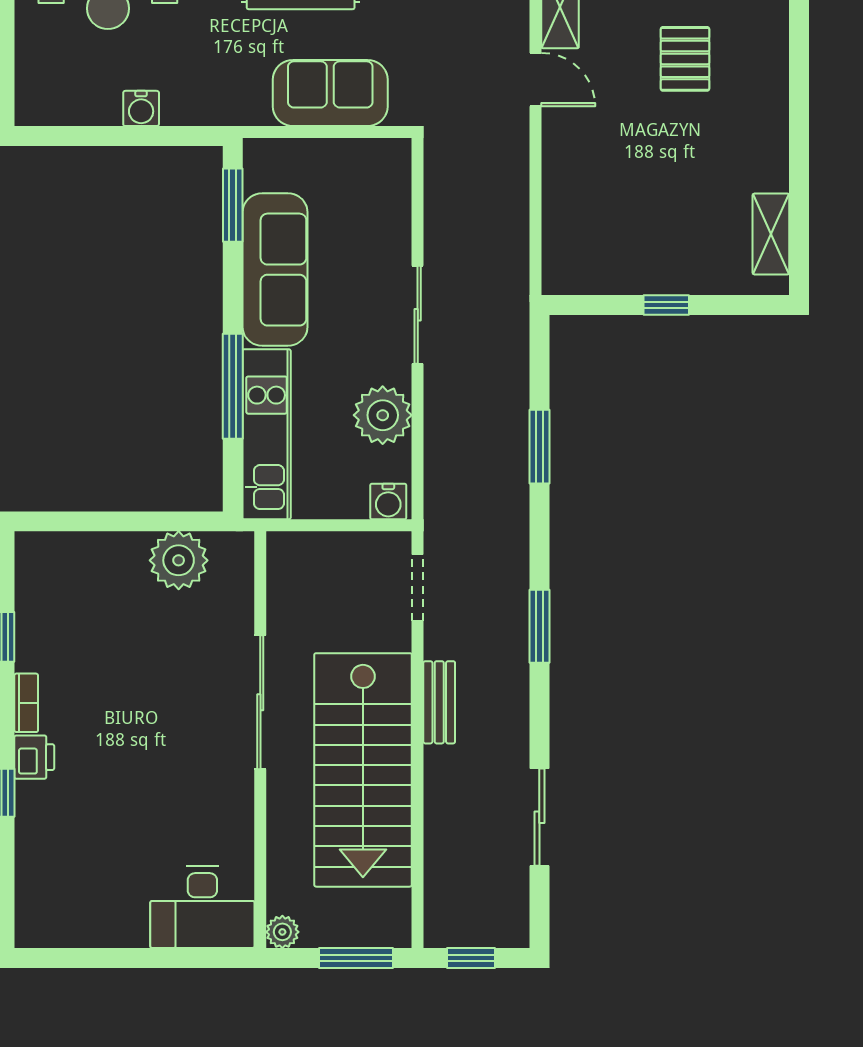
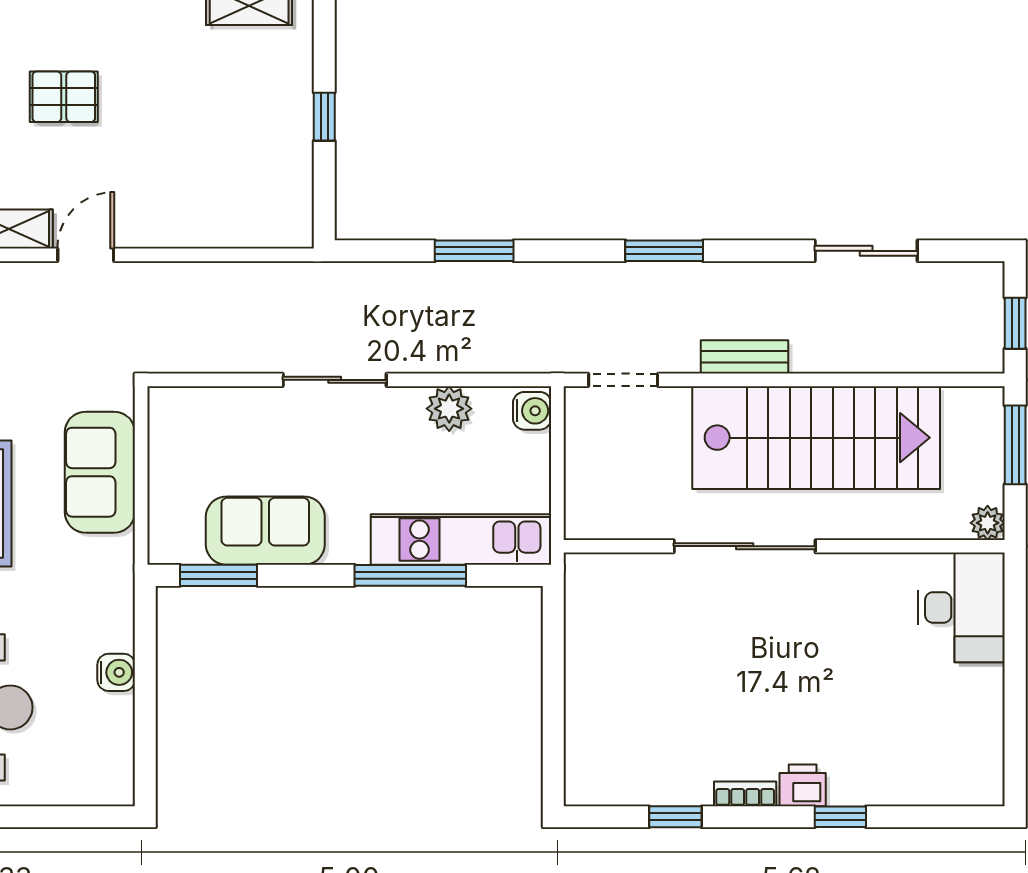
sofa: (275, 270) -> (265, 531), width x0.73
plant: (383, 415) -> (449, 409), width x0.73, depth x0.73
plant: (179, 560) -> (594, 633), removed

